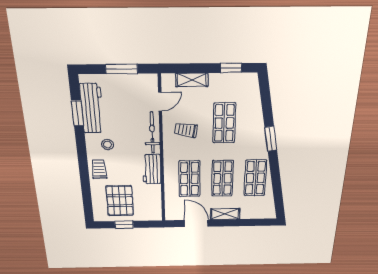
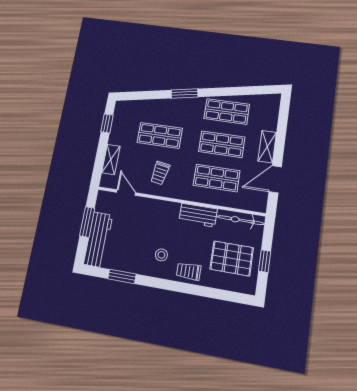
workbench: (92, 109) -> (98, 240), moved, turned 90
bicycle: (152, 133) -> (241, 220), moved

